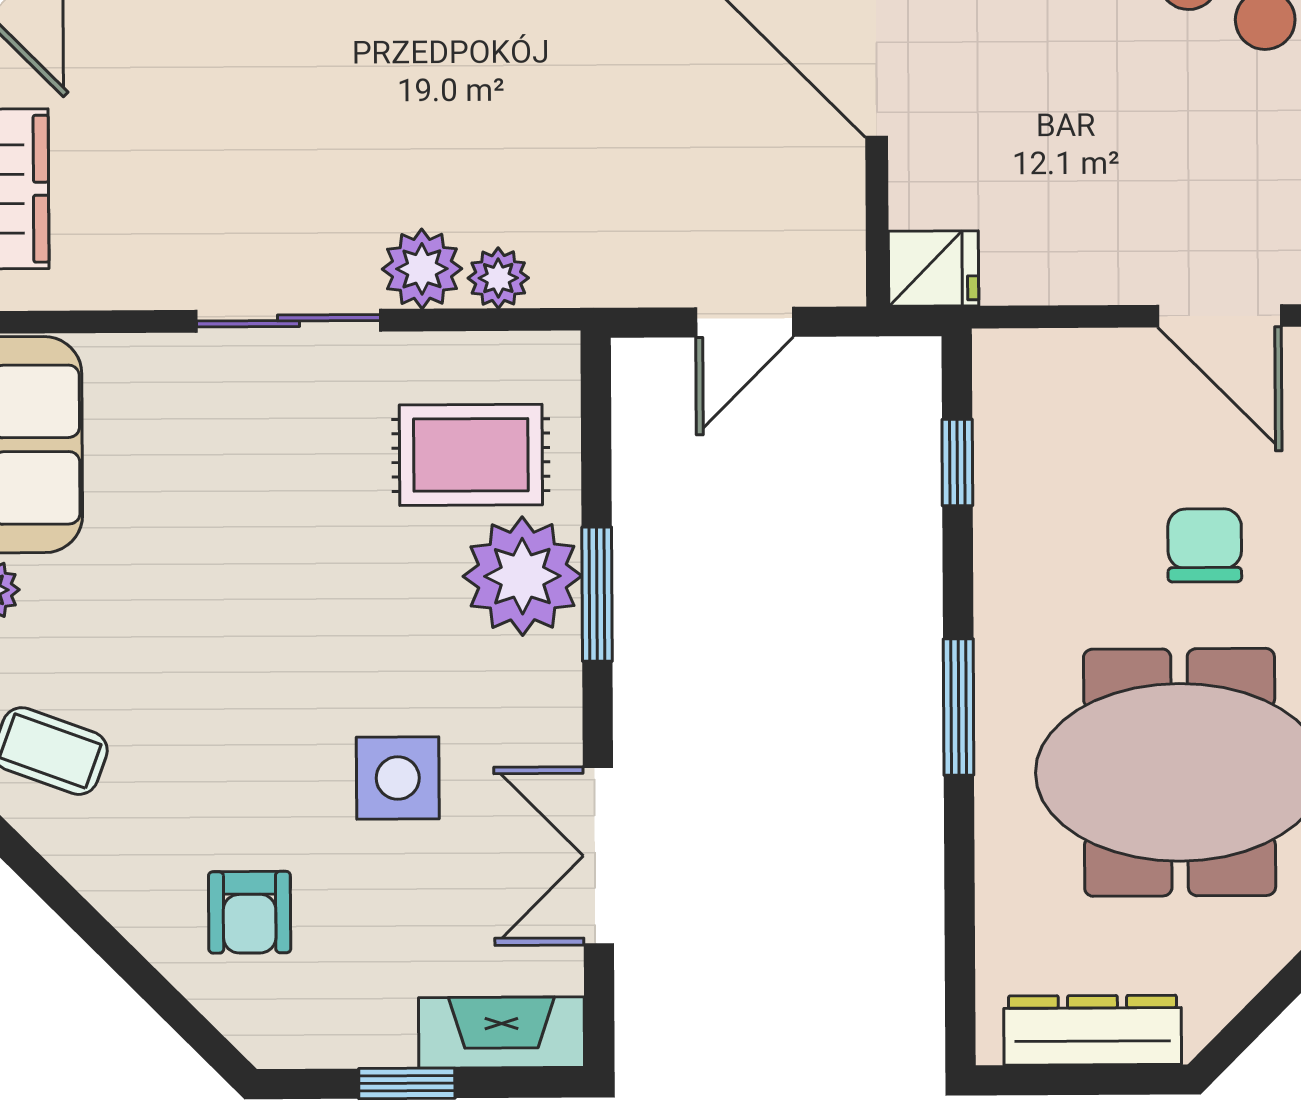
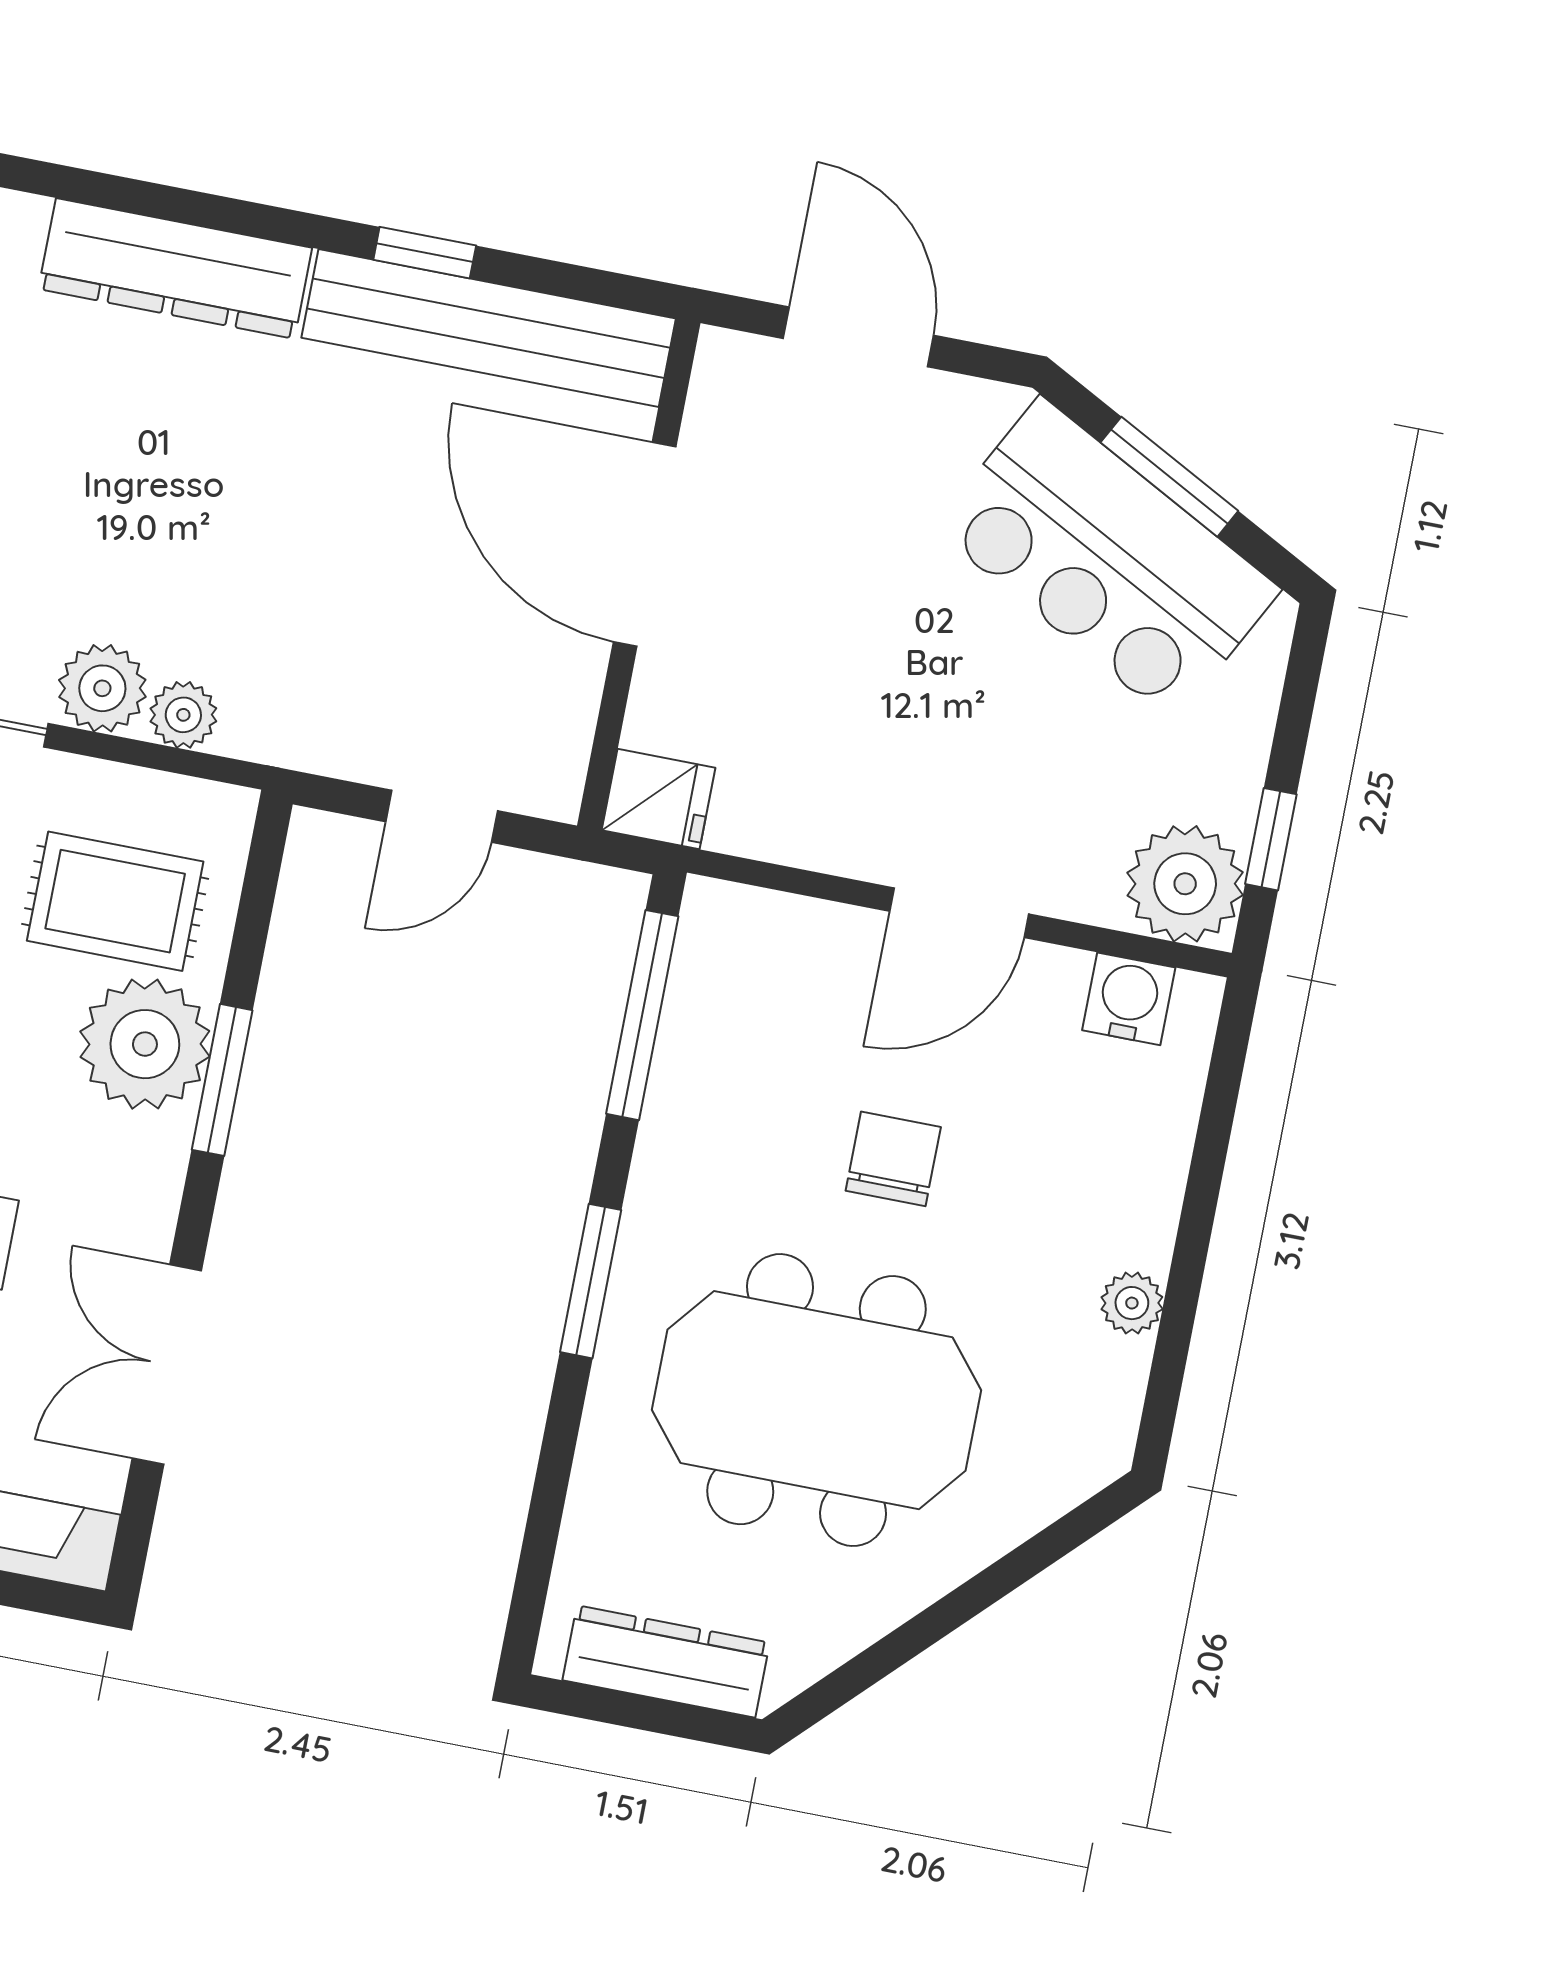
door: (1220, 316) -> (959, 913), hinge flipped
window: (957, 462) -> (642, 1015), width x2.17

